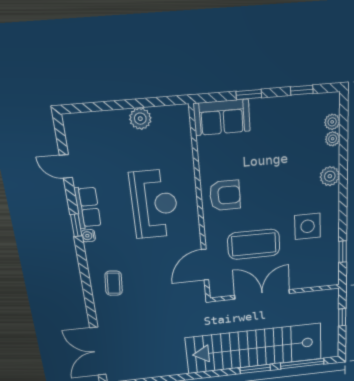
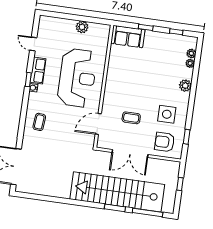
armchair: (225, 195) -> (165, 142), moved, turned 180
reception desk: (154, 204) -> (77, 78), width x1.36, depth x1.30
coffee table: (254, 244) -> (131, 118), width x0.54, depth x0.58
double door: (262, 294) -> (130, 153), swing flipped

